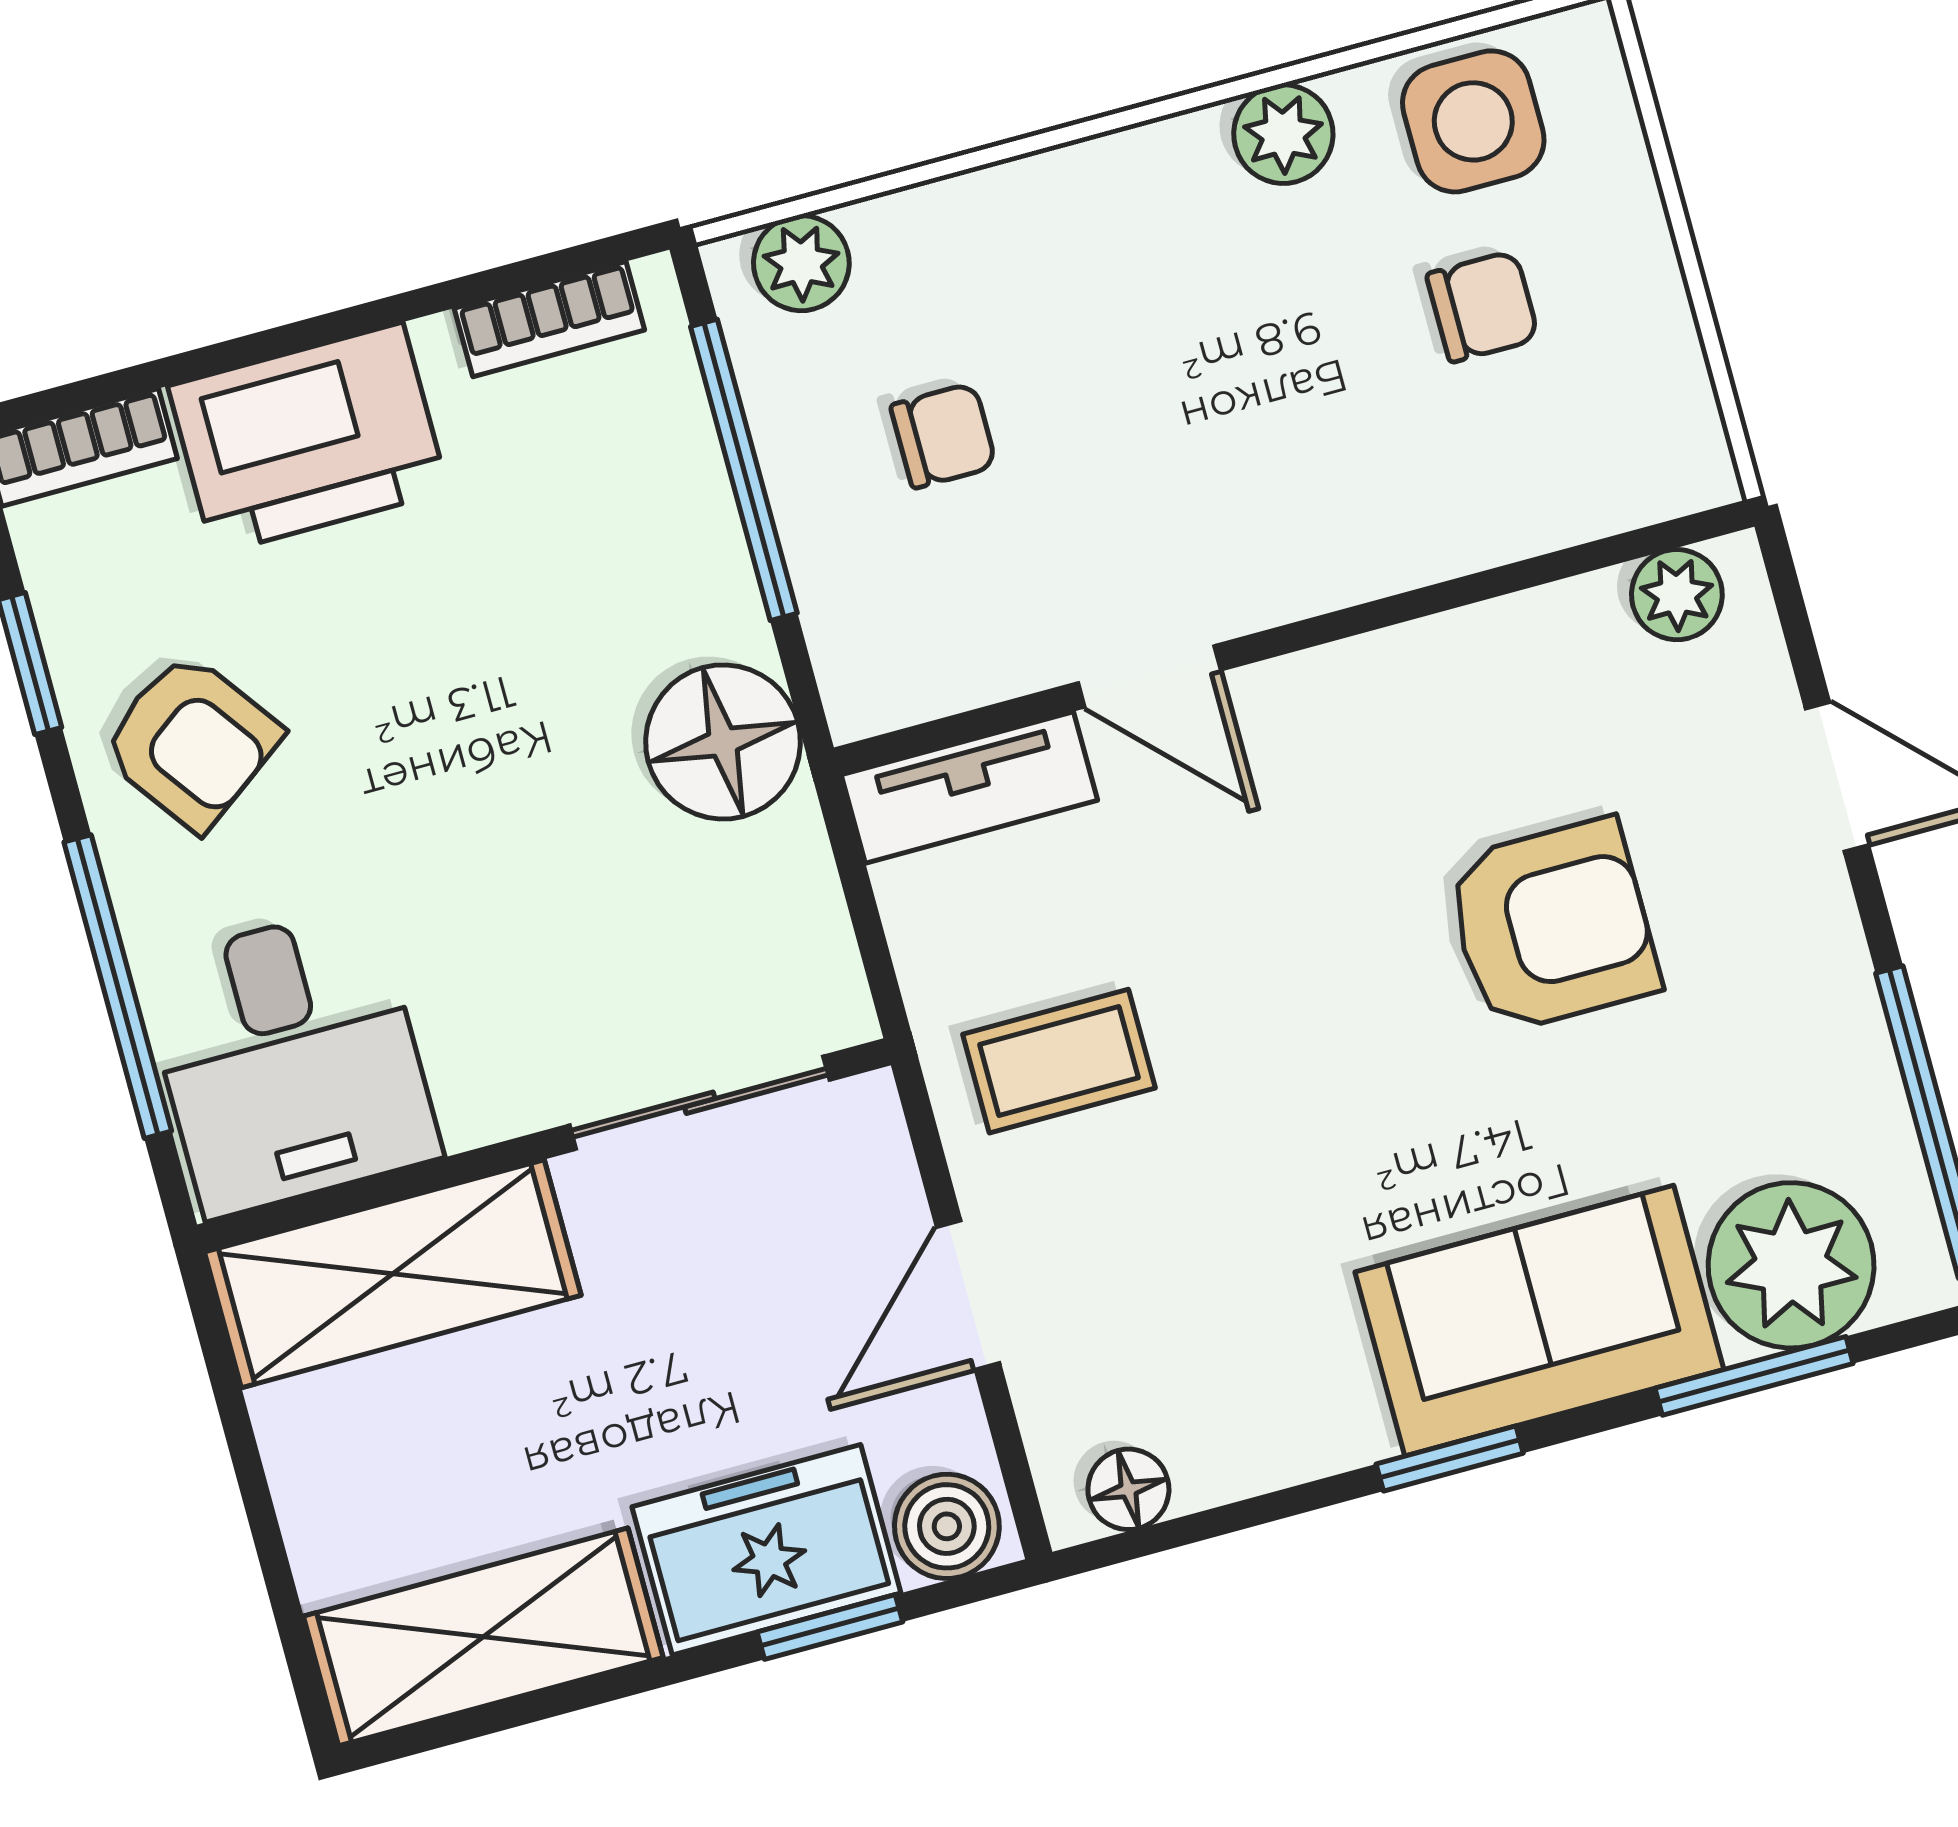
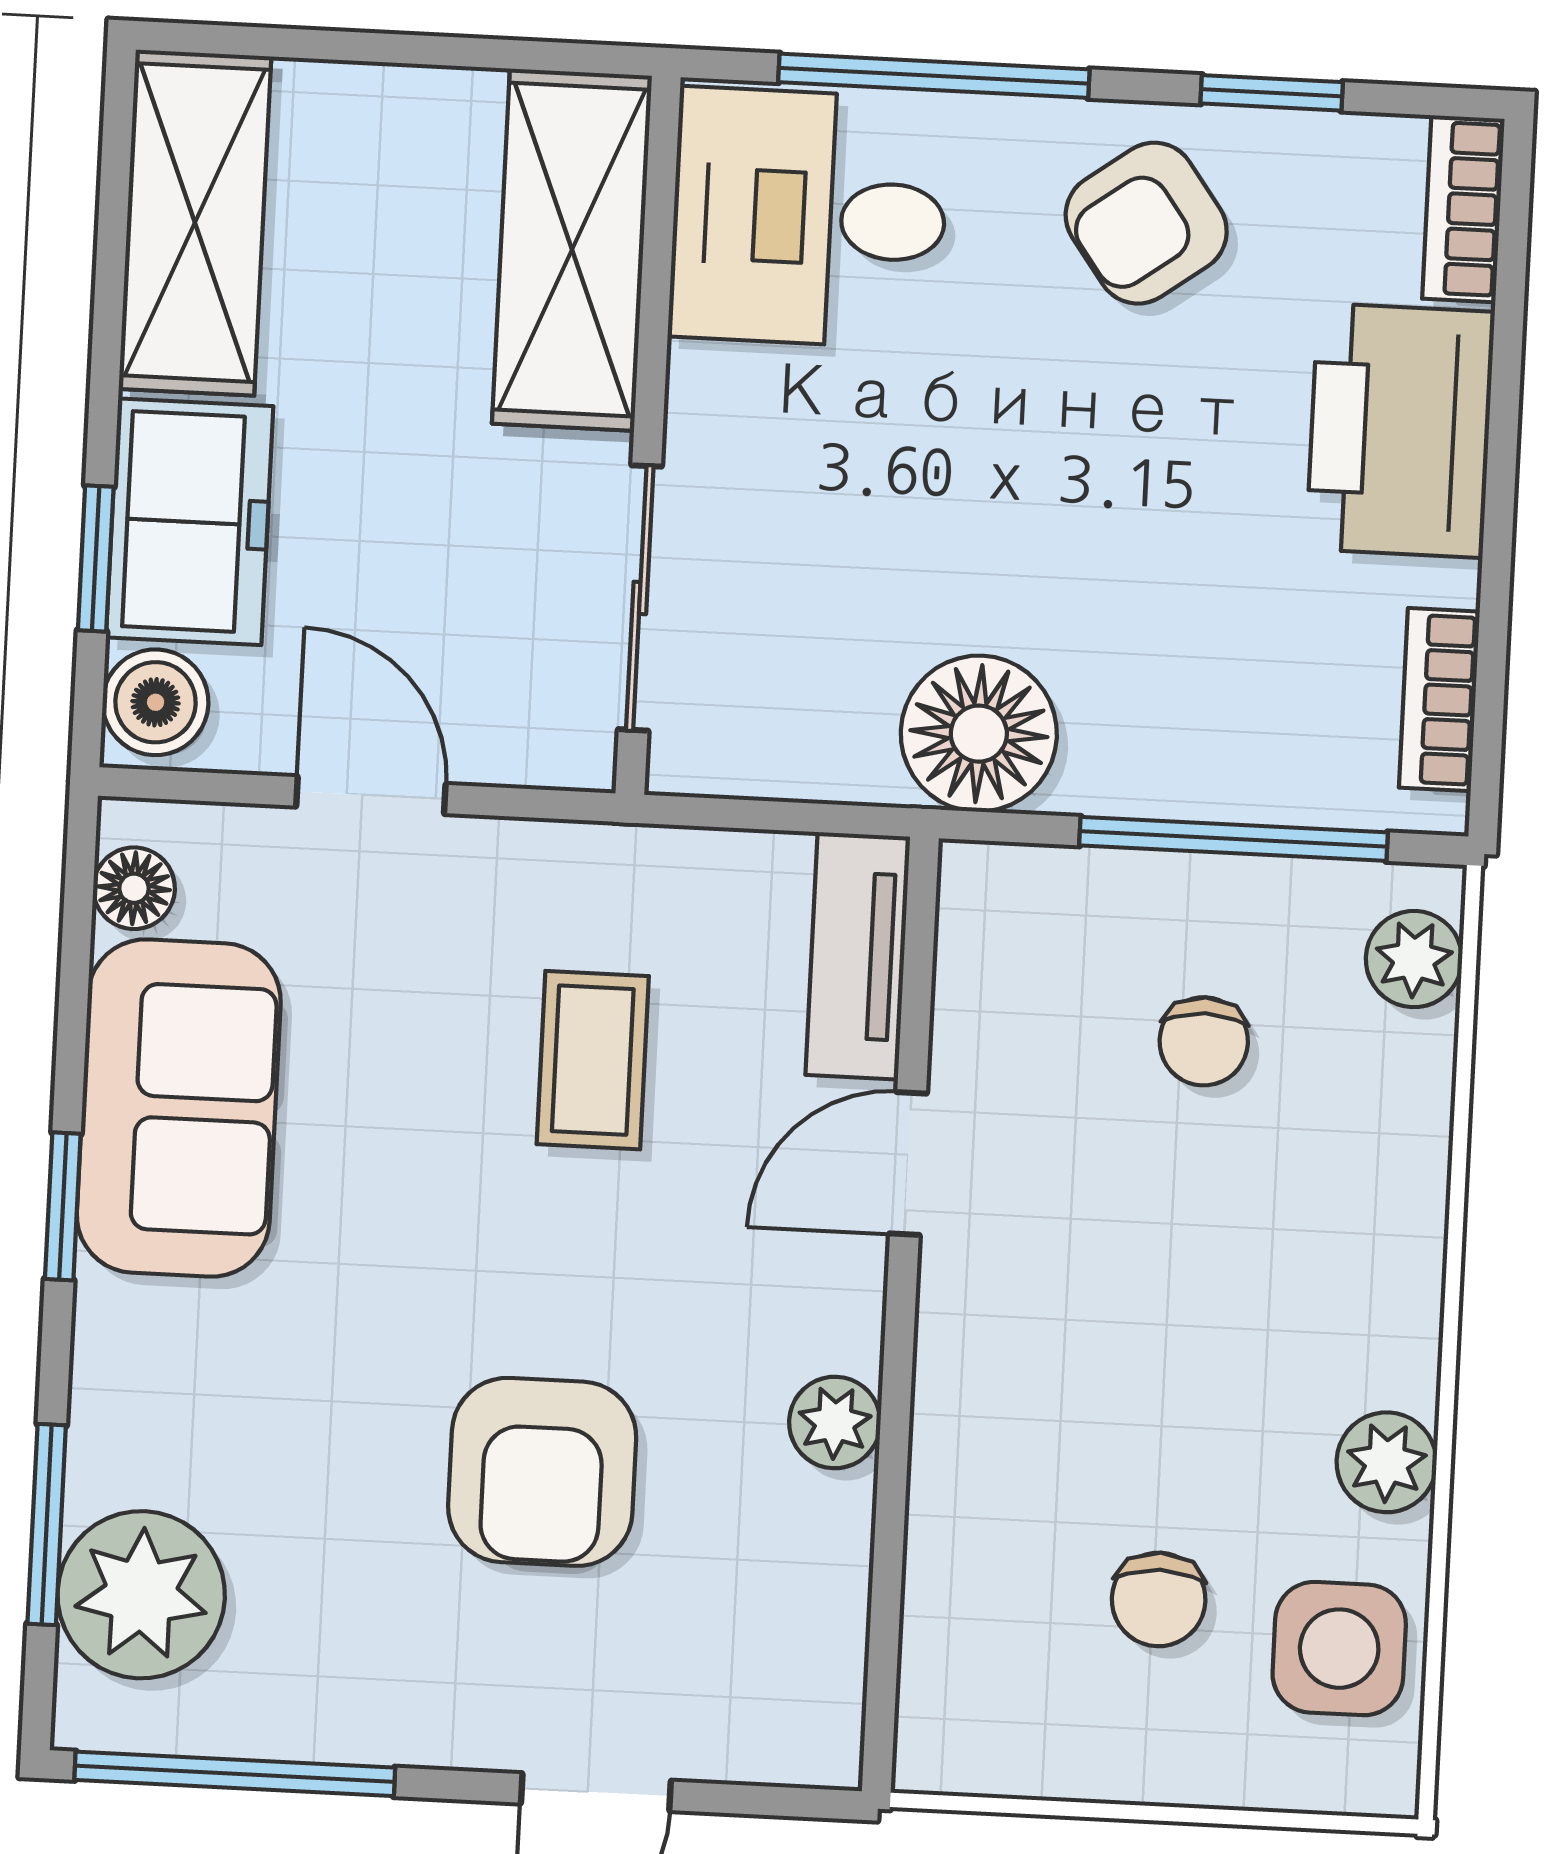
plant: (1677, 595) -> (835, 1423), moved
coffee table: (1059, 1061) -> (593, 1060), moved
sofa: (1539, 1321) -> (179, 1108), moved

